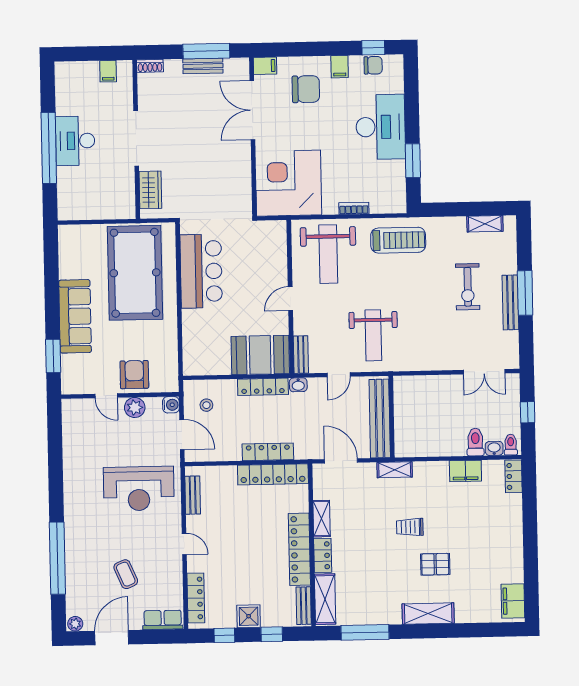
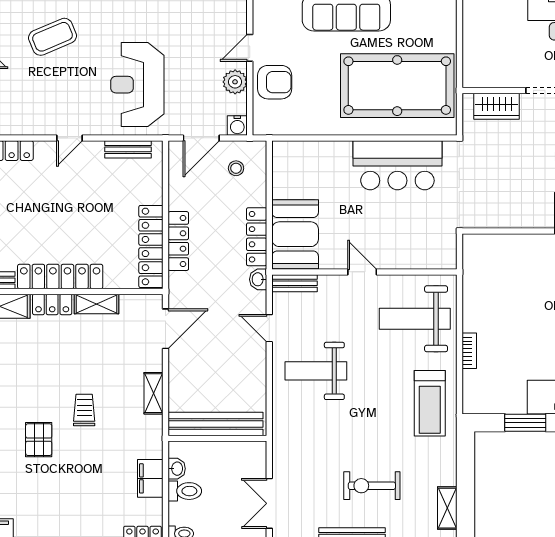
corner desk: (289, 183) -> (501, 273), removed
wall: (392, 417) -> (217, 438), moved
bench: (380, 419) -> (216, 424), moved
washbasin: (494, 448) -> (177, 469), moved
coffee table: (126, 574) -> (53, 37), moved, width x1.36, depth x1.30

